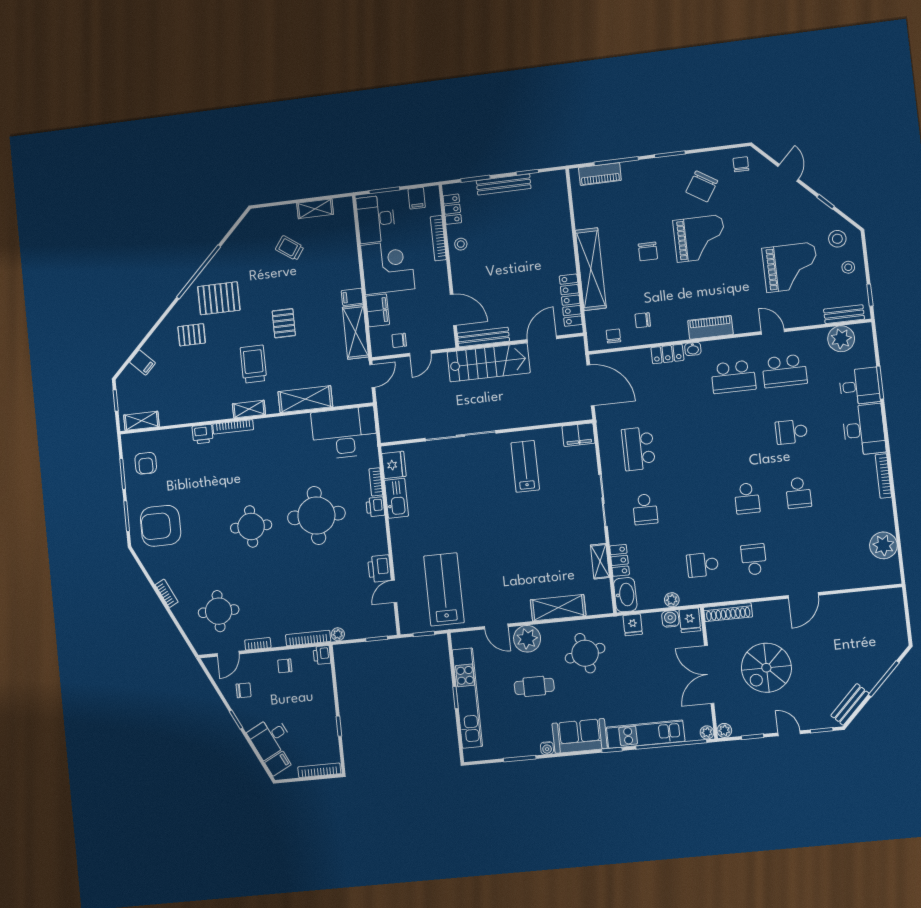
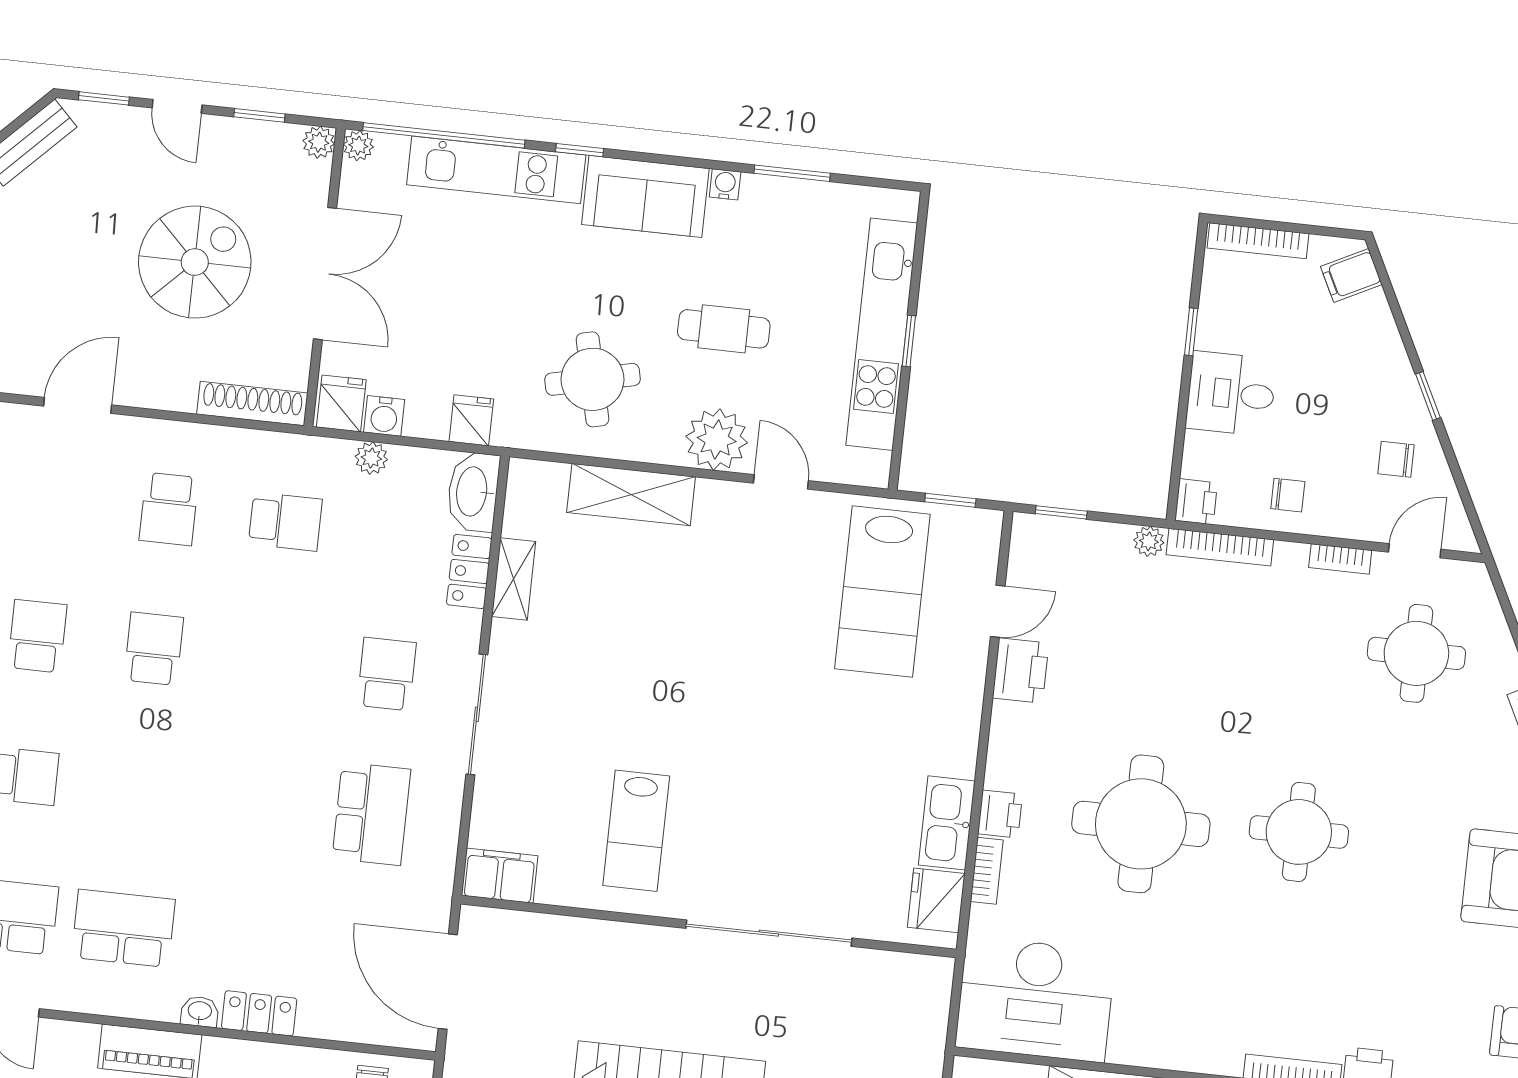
desk: (270, 737) -> (1231, 394), moved, turned -153

